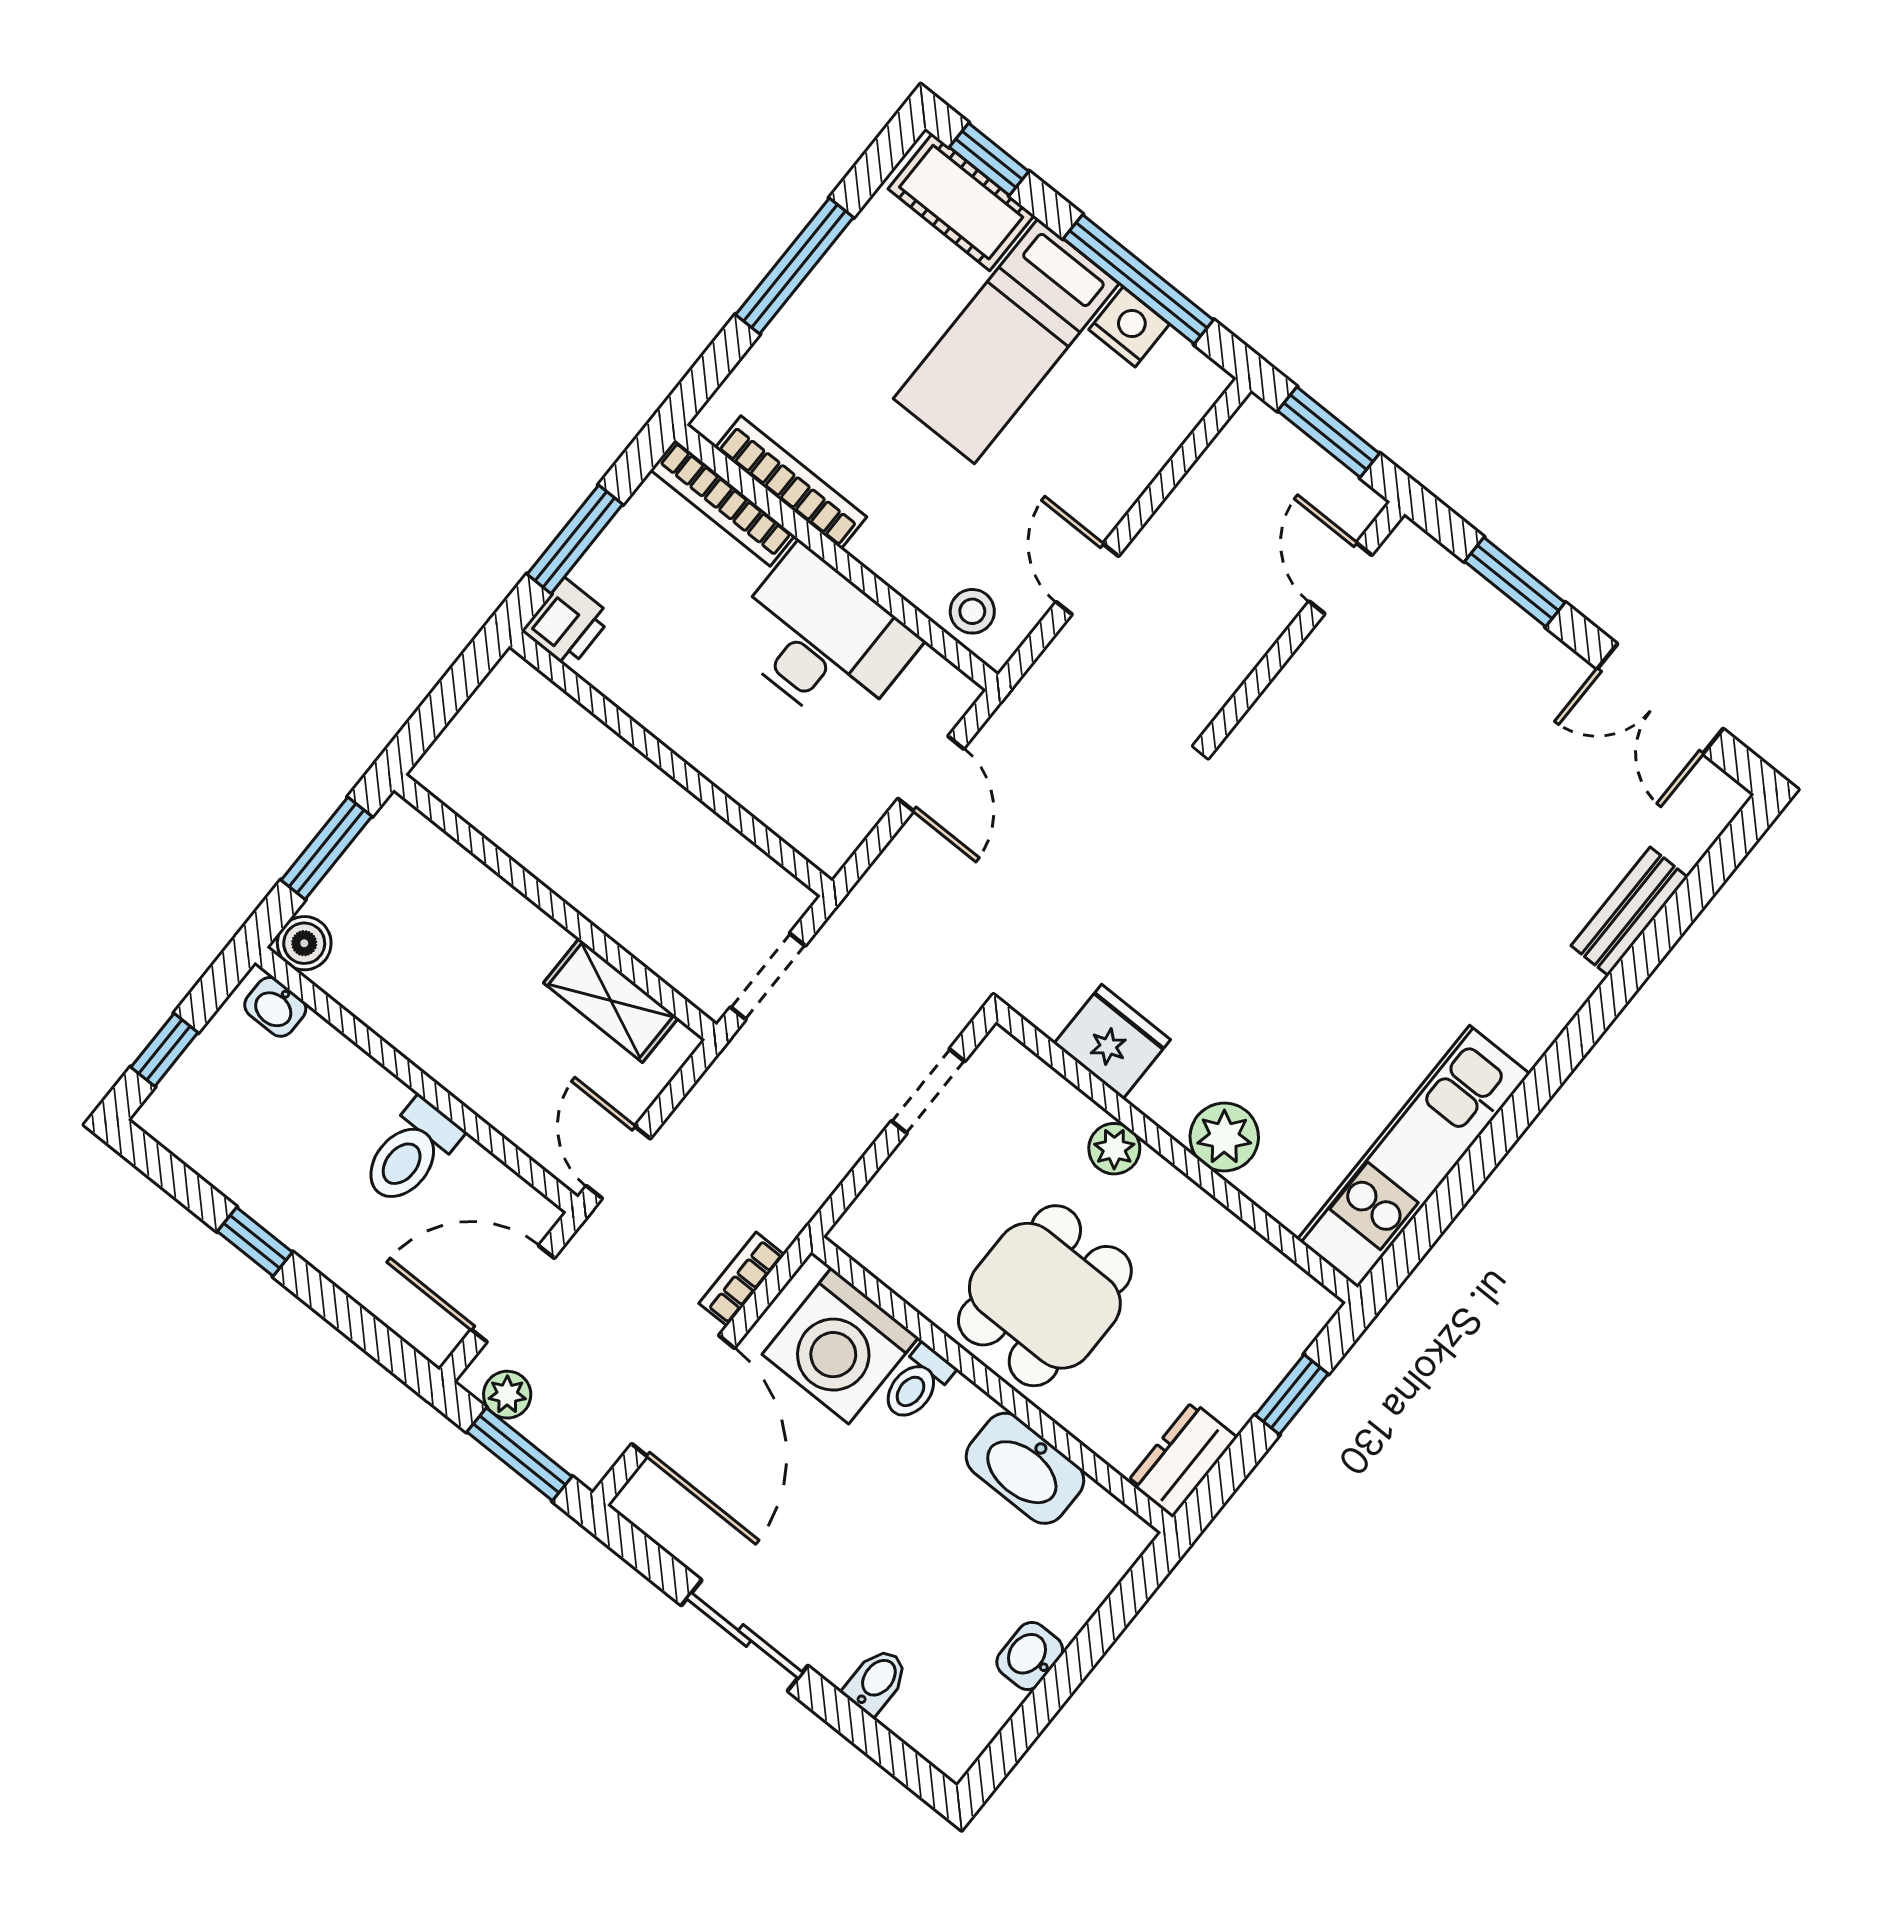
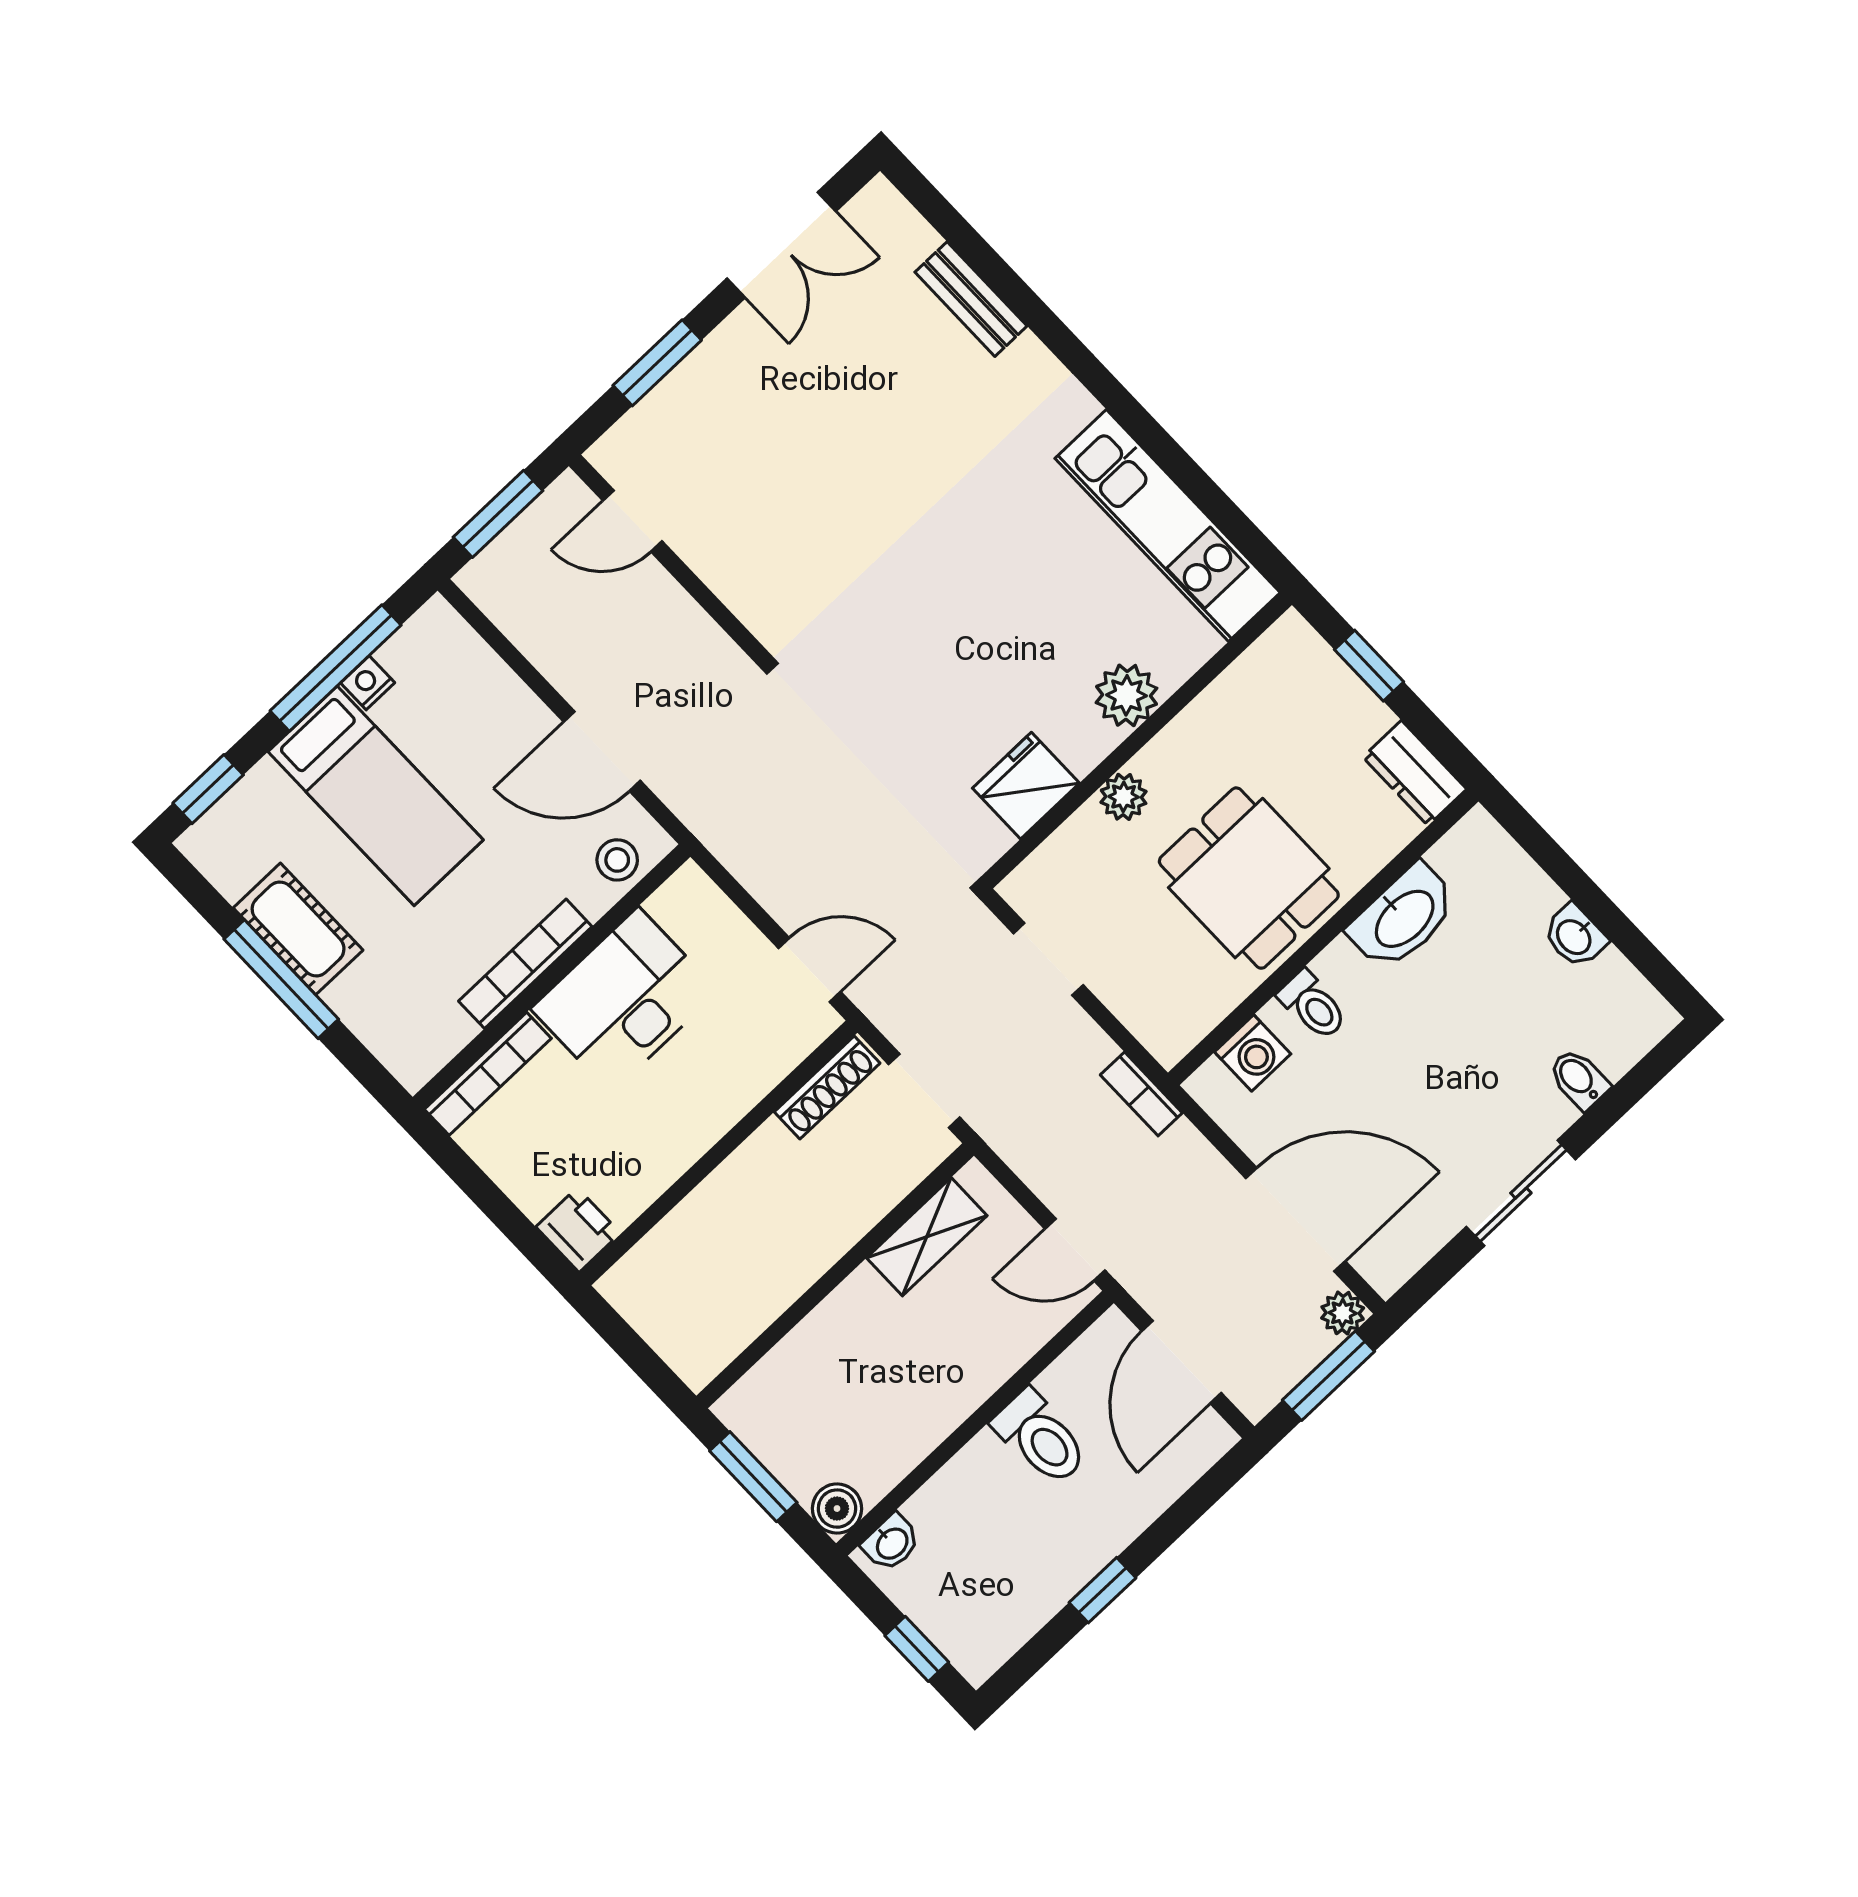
cot: (961, 202) -> (298, 929), moved, turned 90
nightstand: (1129, 327) -> (368, 683), width x0.72, depth x0.74
bookcase: (791, 482) -> (525, 964), moved
window: (575, 539) -> (503, 1213), removed
door: (1087, 579) -> (602, 751), width x1.38
door: (931, 774) -> (809, 970), moved
shoe rack: (757, 871) -> (827, 1087), added
bookcase: (742, 1279) -> (1141, 1094), moved
washing machine: (840, 1346) -> (1253, 1053), width x0.53, depth x0.53
plant: (507, 1395) -> (1343, 1313), moved

